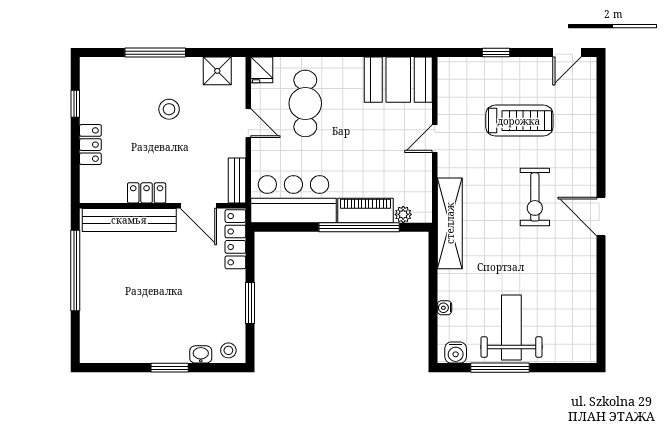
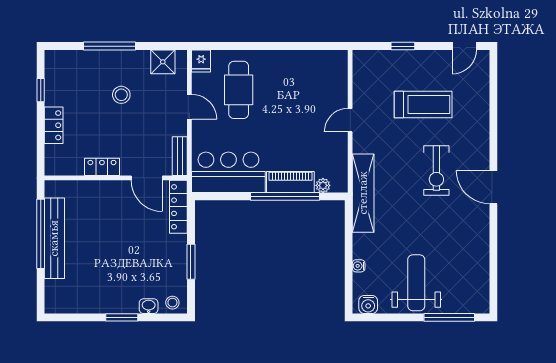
booth: (398, 80) -> (319, 69), removed
bench: (129, 220) -> (54, 238), moved, turned 90
window: (500, 368) -> (449, 317), moved

